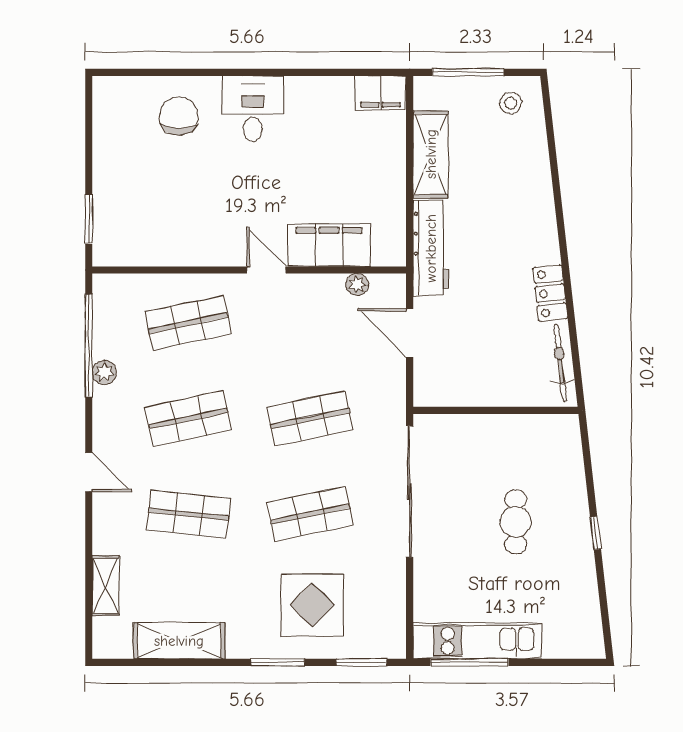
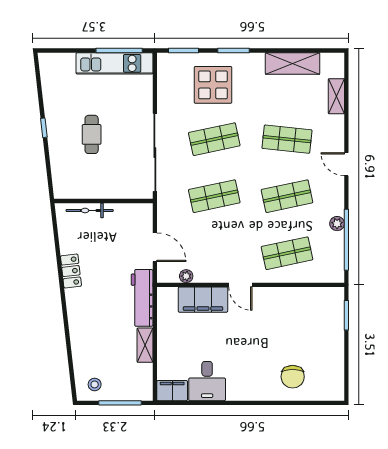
desk: (253, 109) -> (207, 381), moved
shelving: (431, 154) -> (145, 345), width x0.67, depth x0.75
bicycle: (560, 363) -> (90, 210), moved, turned 96

